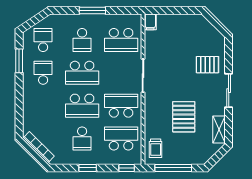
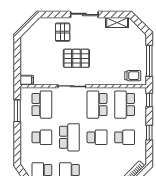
window: (92, 11) -> (17, 111), moved
school desk: (82, 106) -> (97, 137), width x0.54
pallet: (184, 117) -> (76, 58), moved

